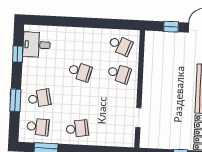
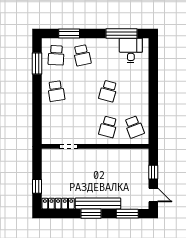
school desk: (121, 45) -> (134, 127), turned -42
window: (18, 54) -> (121, 33), width x2.17
window: (15, 100) -> (69, 33), moved

